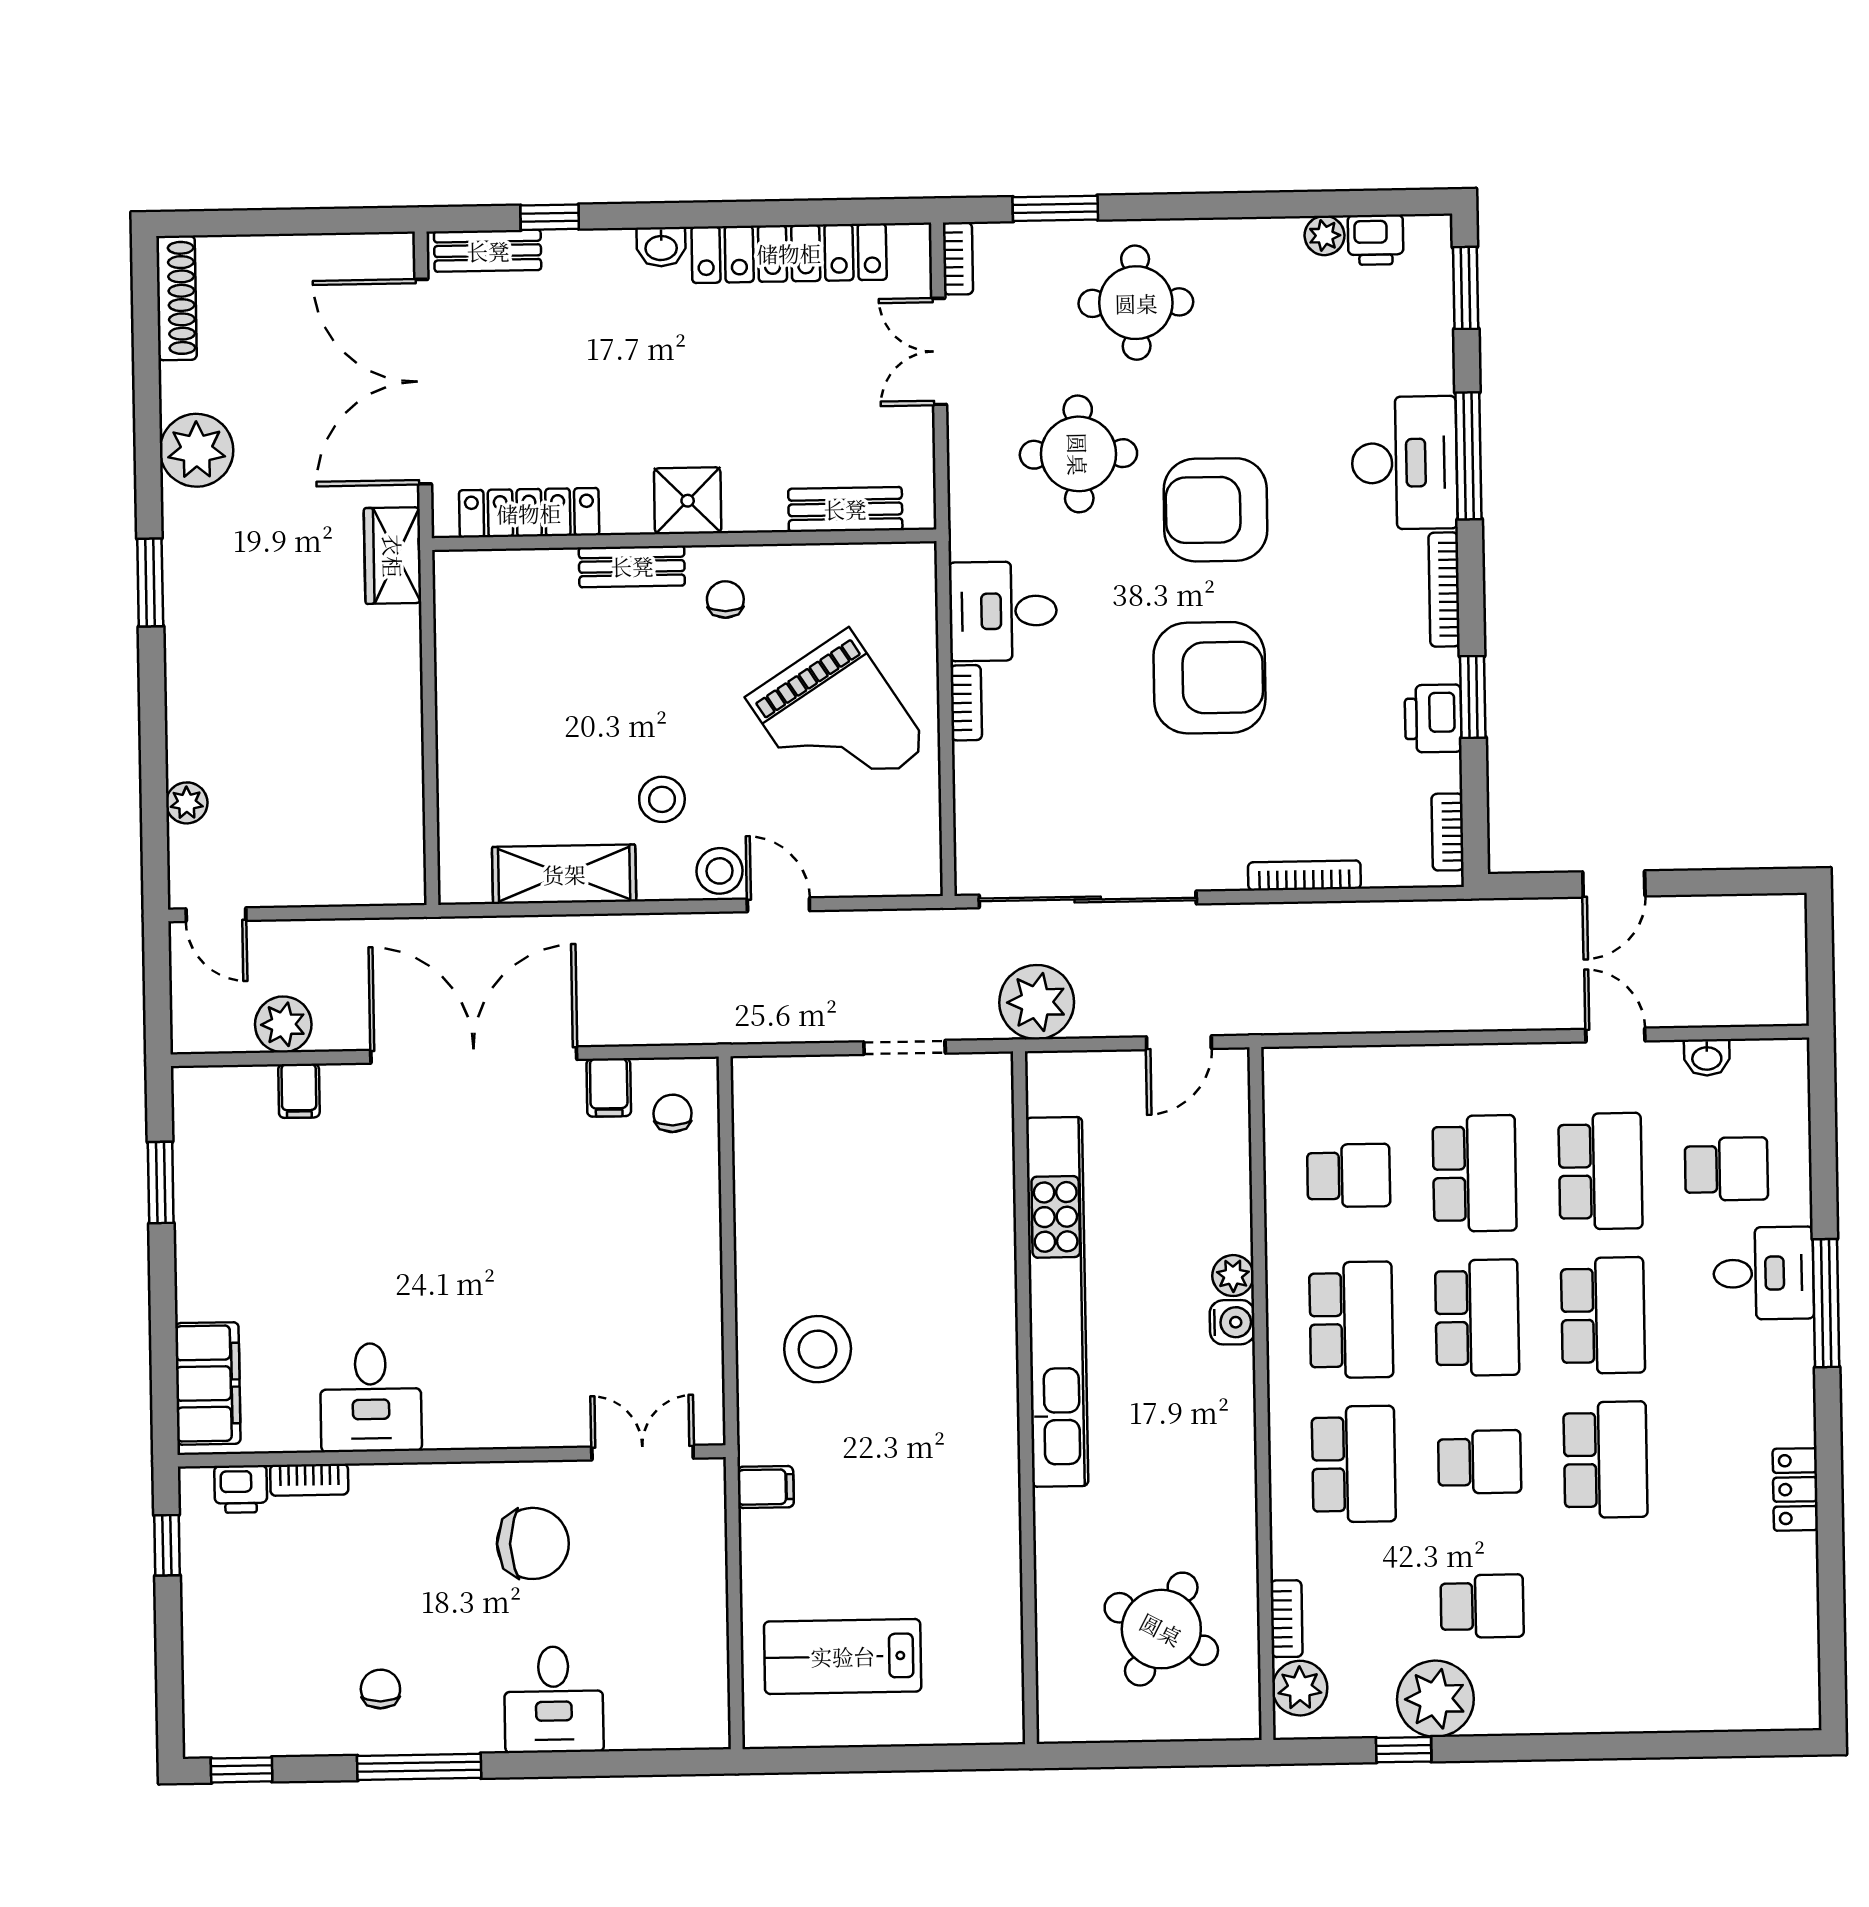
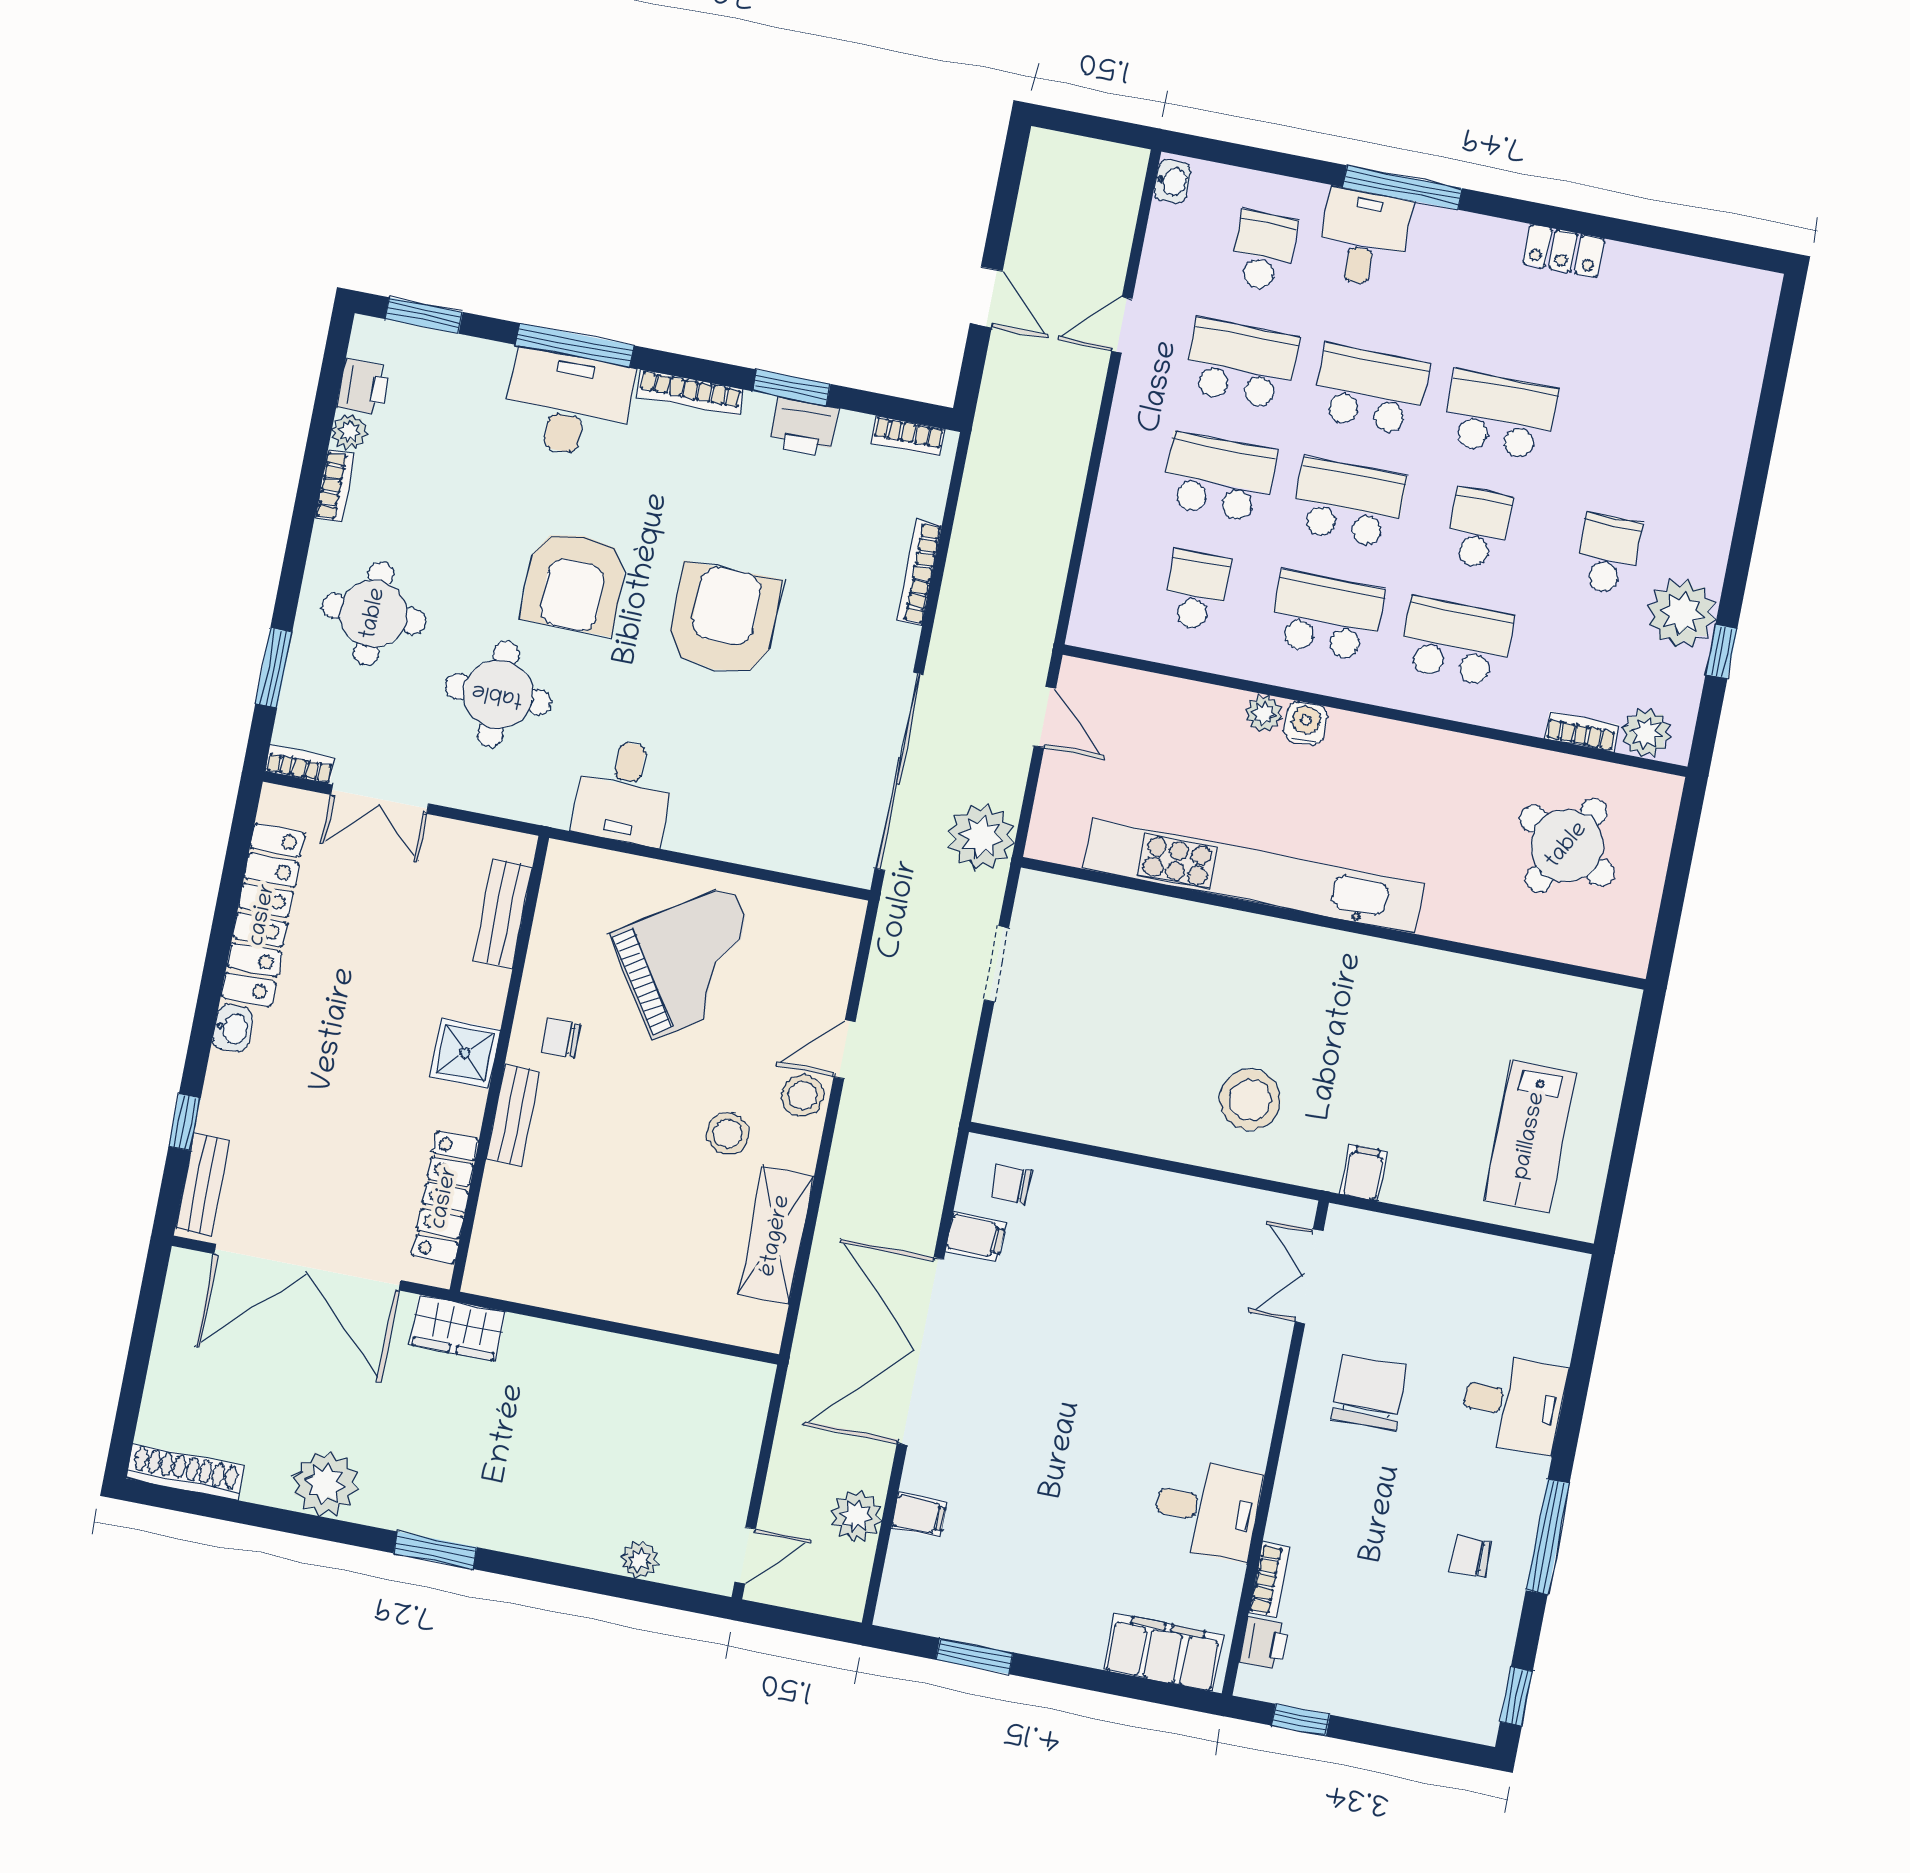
bookcase: (966, 703) -> (335, 486), moved, turned 90
washbasin: (1707, 1057) -> (1172, 181), moved

